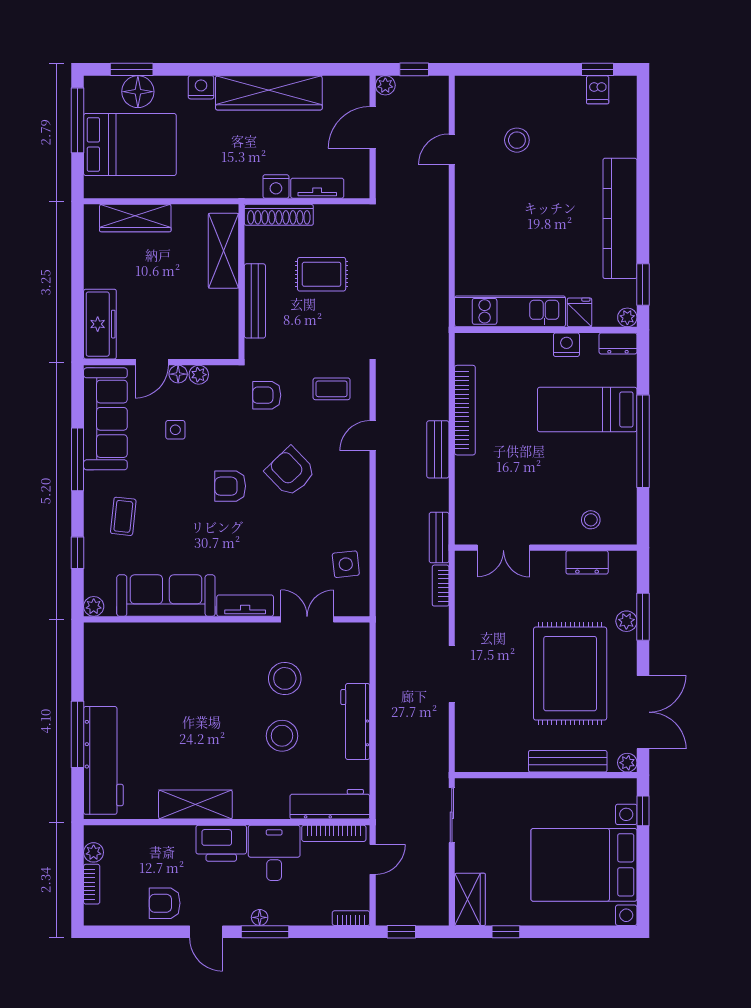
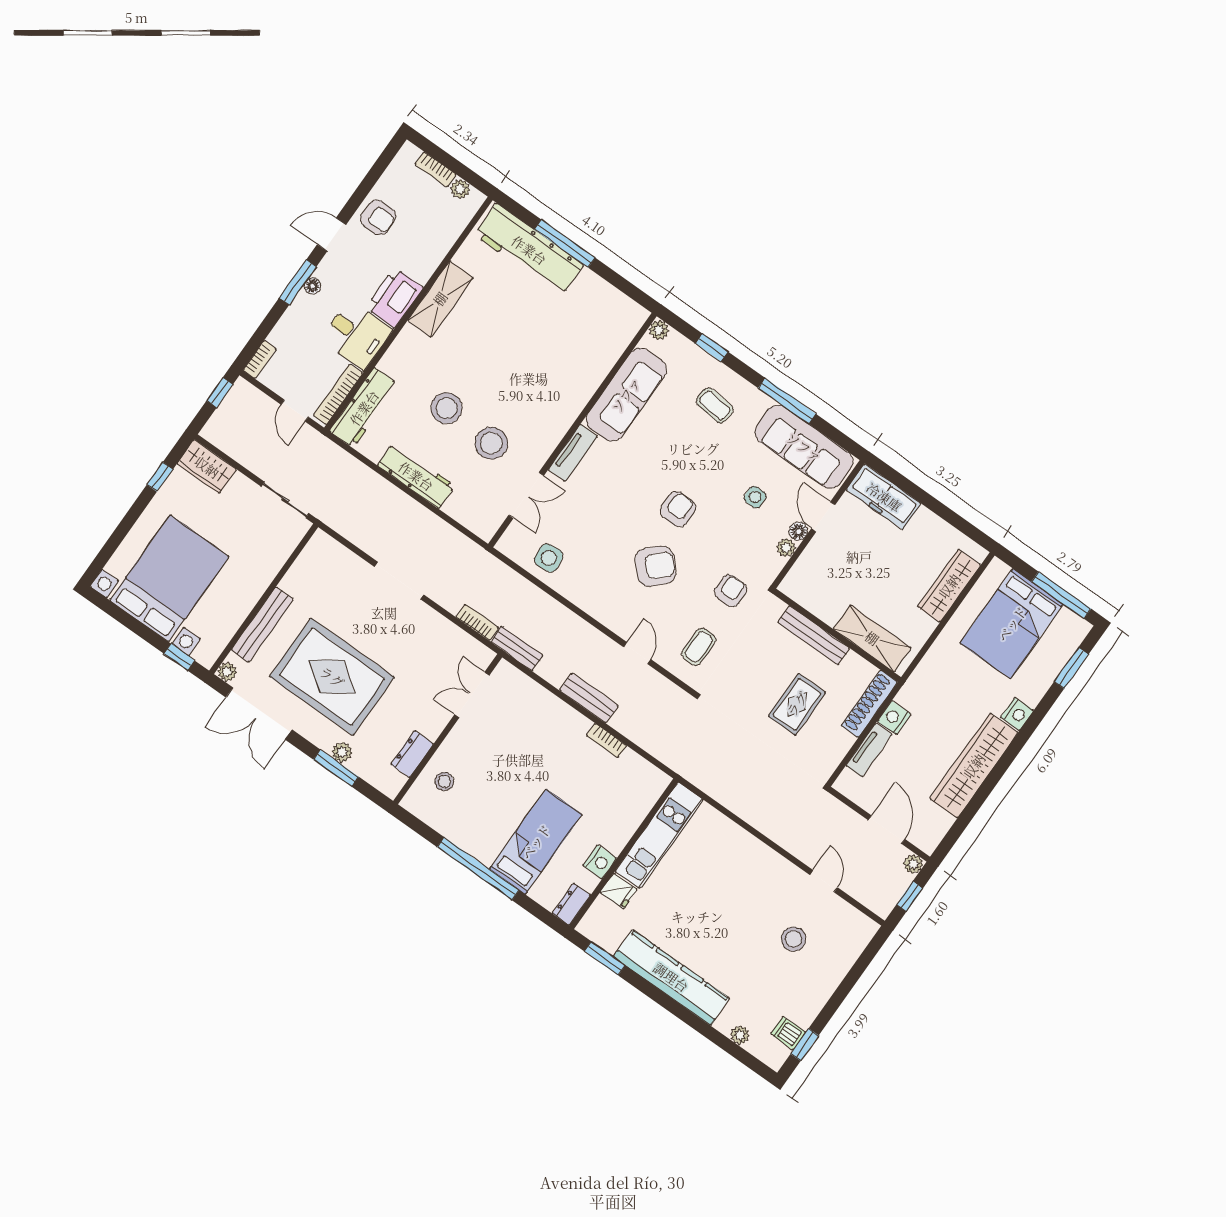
floor lamp: (138, 92) -> (1050, 660), removed
plant: (627, 317) -> (740, 1035), moved
bookcase: (465, 410) -> (606, 740), width x0.43, depth x0.76
armchair: (165, 903) -> (378, 217), turned 90

